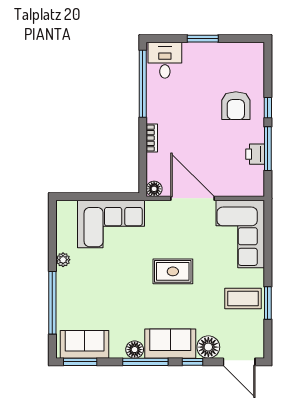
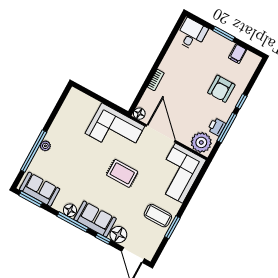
filing cabinet: (232, 53) -> (238, 54), added
window: (143, 84) -> (169, 42), removed
plant: (247, 183) -> (201, 142), added
corner sofa: (111, 224) -> (115, 130), moved
plant: (63, 260) -> (45, 146), moved

